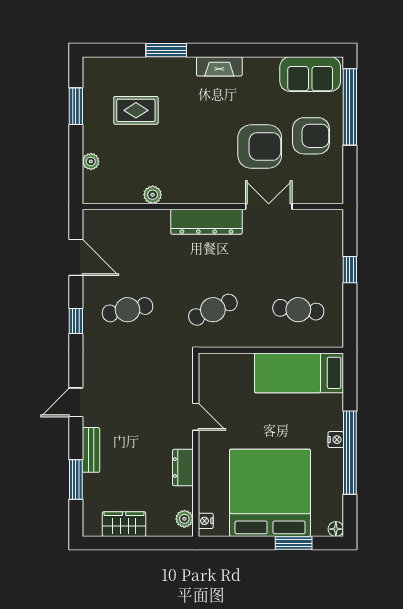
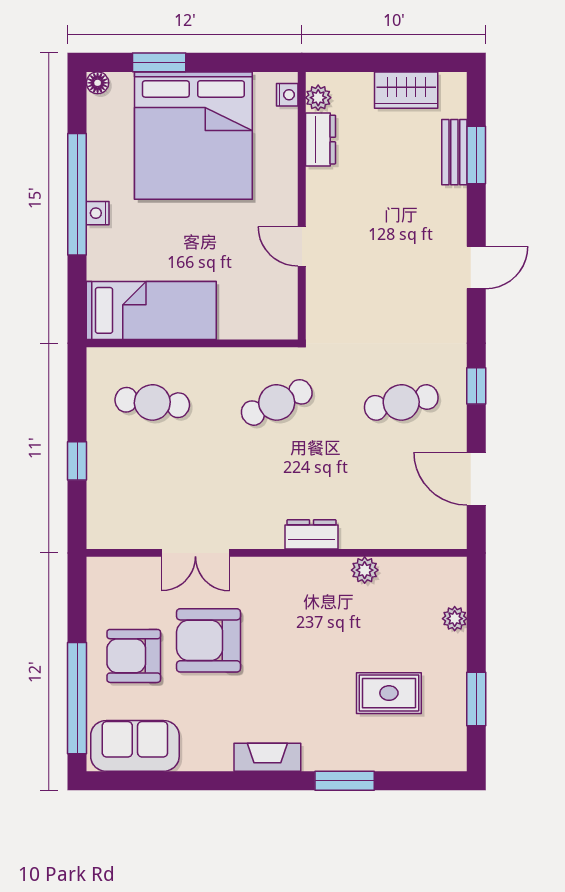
dresser: (206, 222) -> (311, 534), width x0.51, depth x0.80
bench: (91, 450) -> (454, 152), moved
dresser: (183, 468) -> (320, 140), moved

